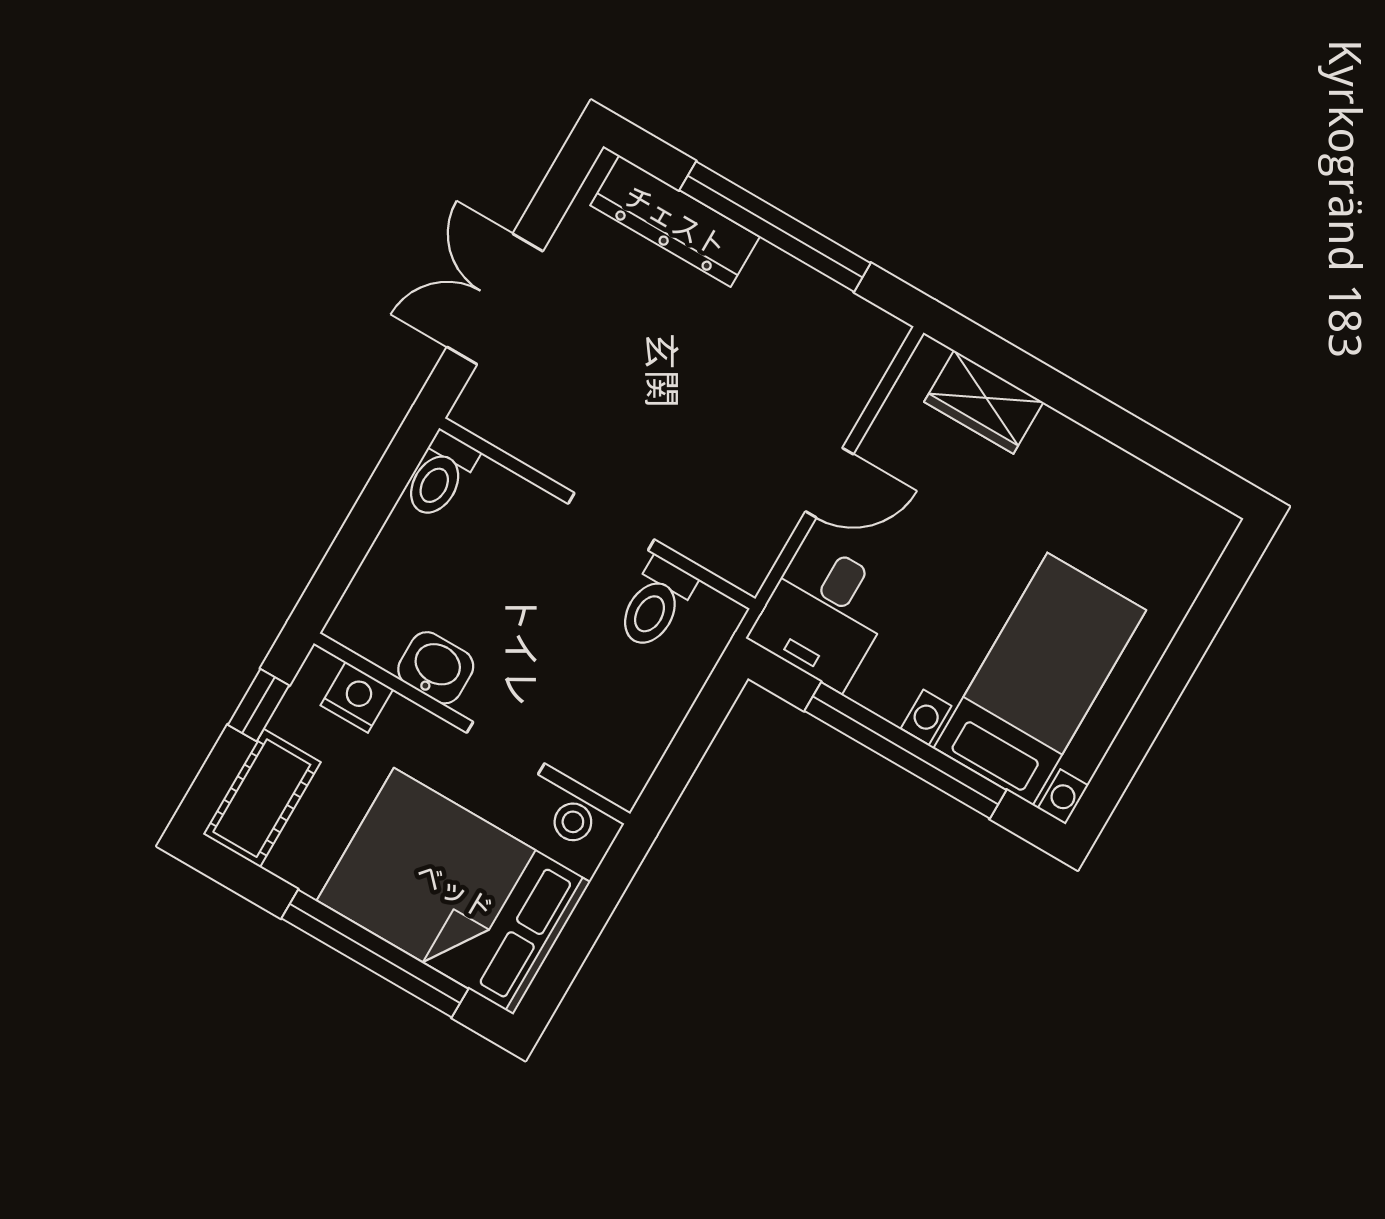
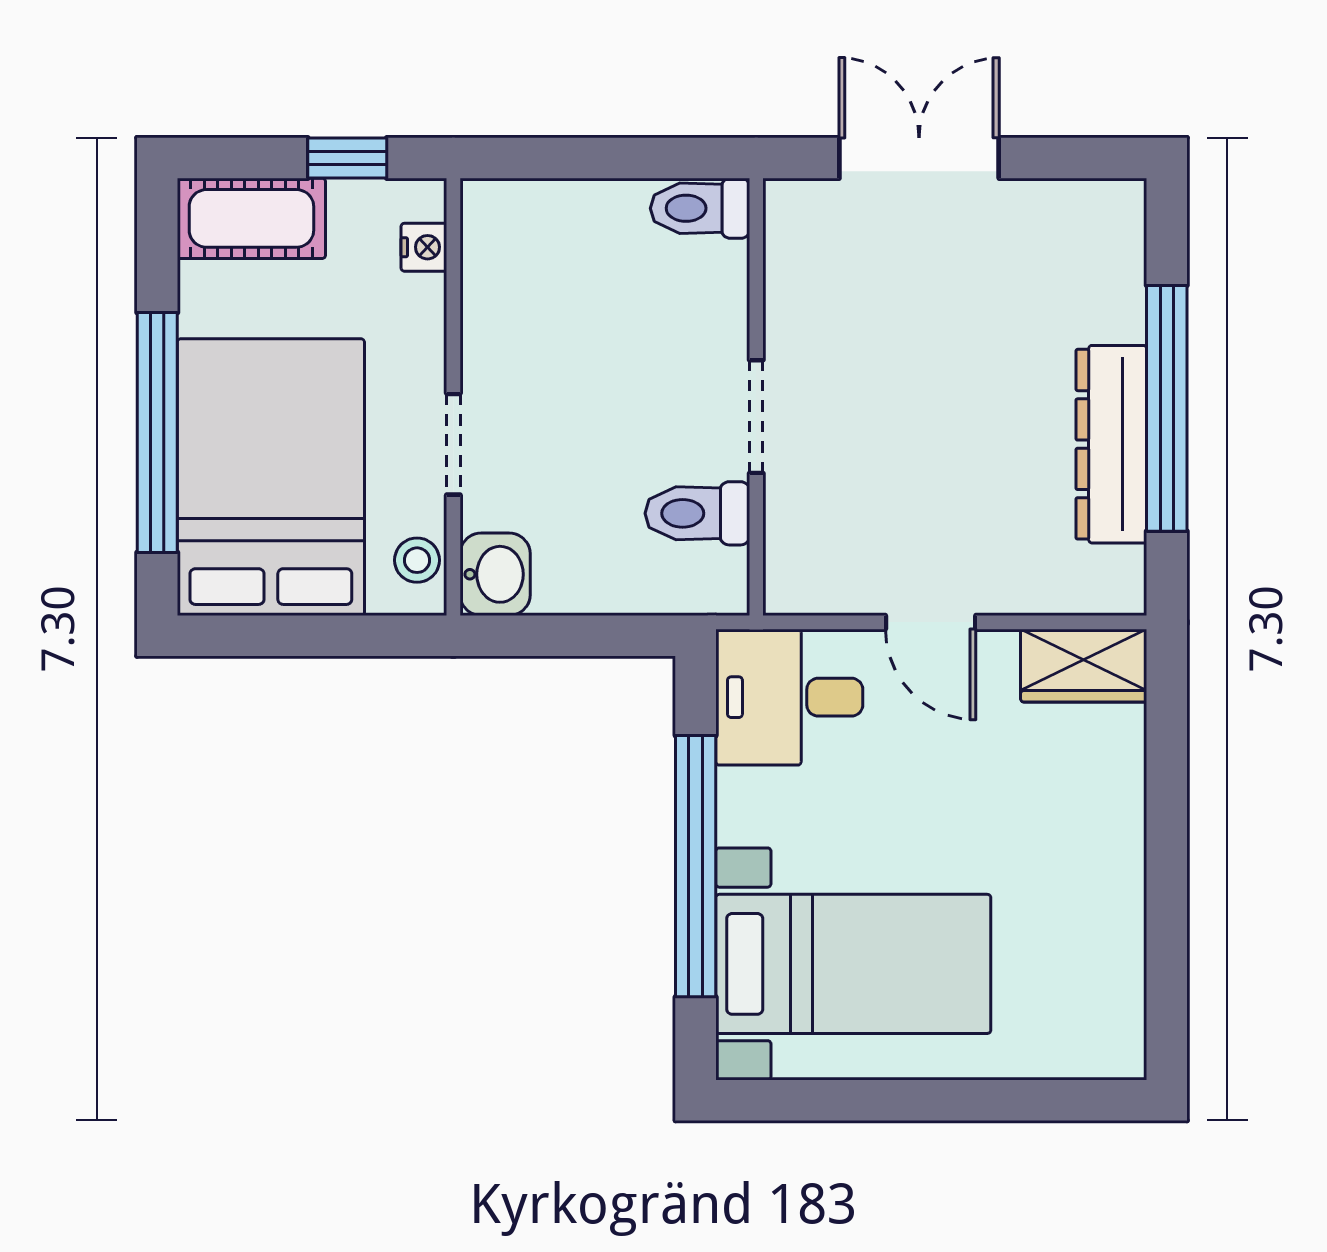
dresser: (675, 221) -> (1111, 444), moved
wardrobe: (984, 402) -> (1084, 666), moved, turned -90
washbasin: (436, 668) -> (495, 574), moved
nightstand: (357, 697) -> (424, 247), width x0.72, depth x0.74

